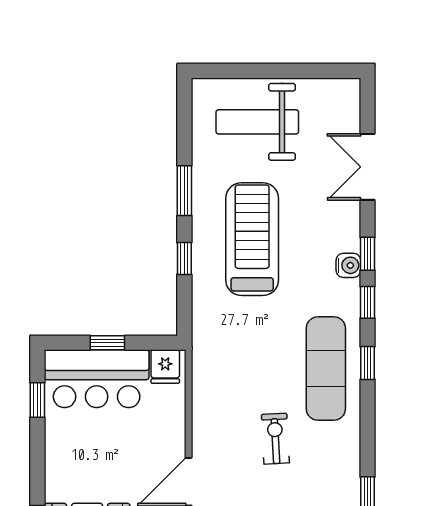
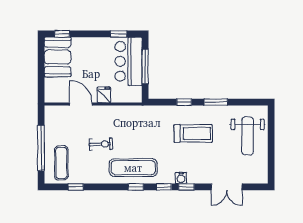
weight bench: (257, 122) -> (248, 136), turned 180
double door: (368, 167) -> (227, 187), swing flipped
treadmill: (252, 239) -> (193, 133), width x0.73, depth x0.73
window: (107, 343) -> (145, 66), width x2.17
fridge: (165, 367) -> (104, 95), moved, turned 90

